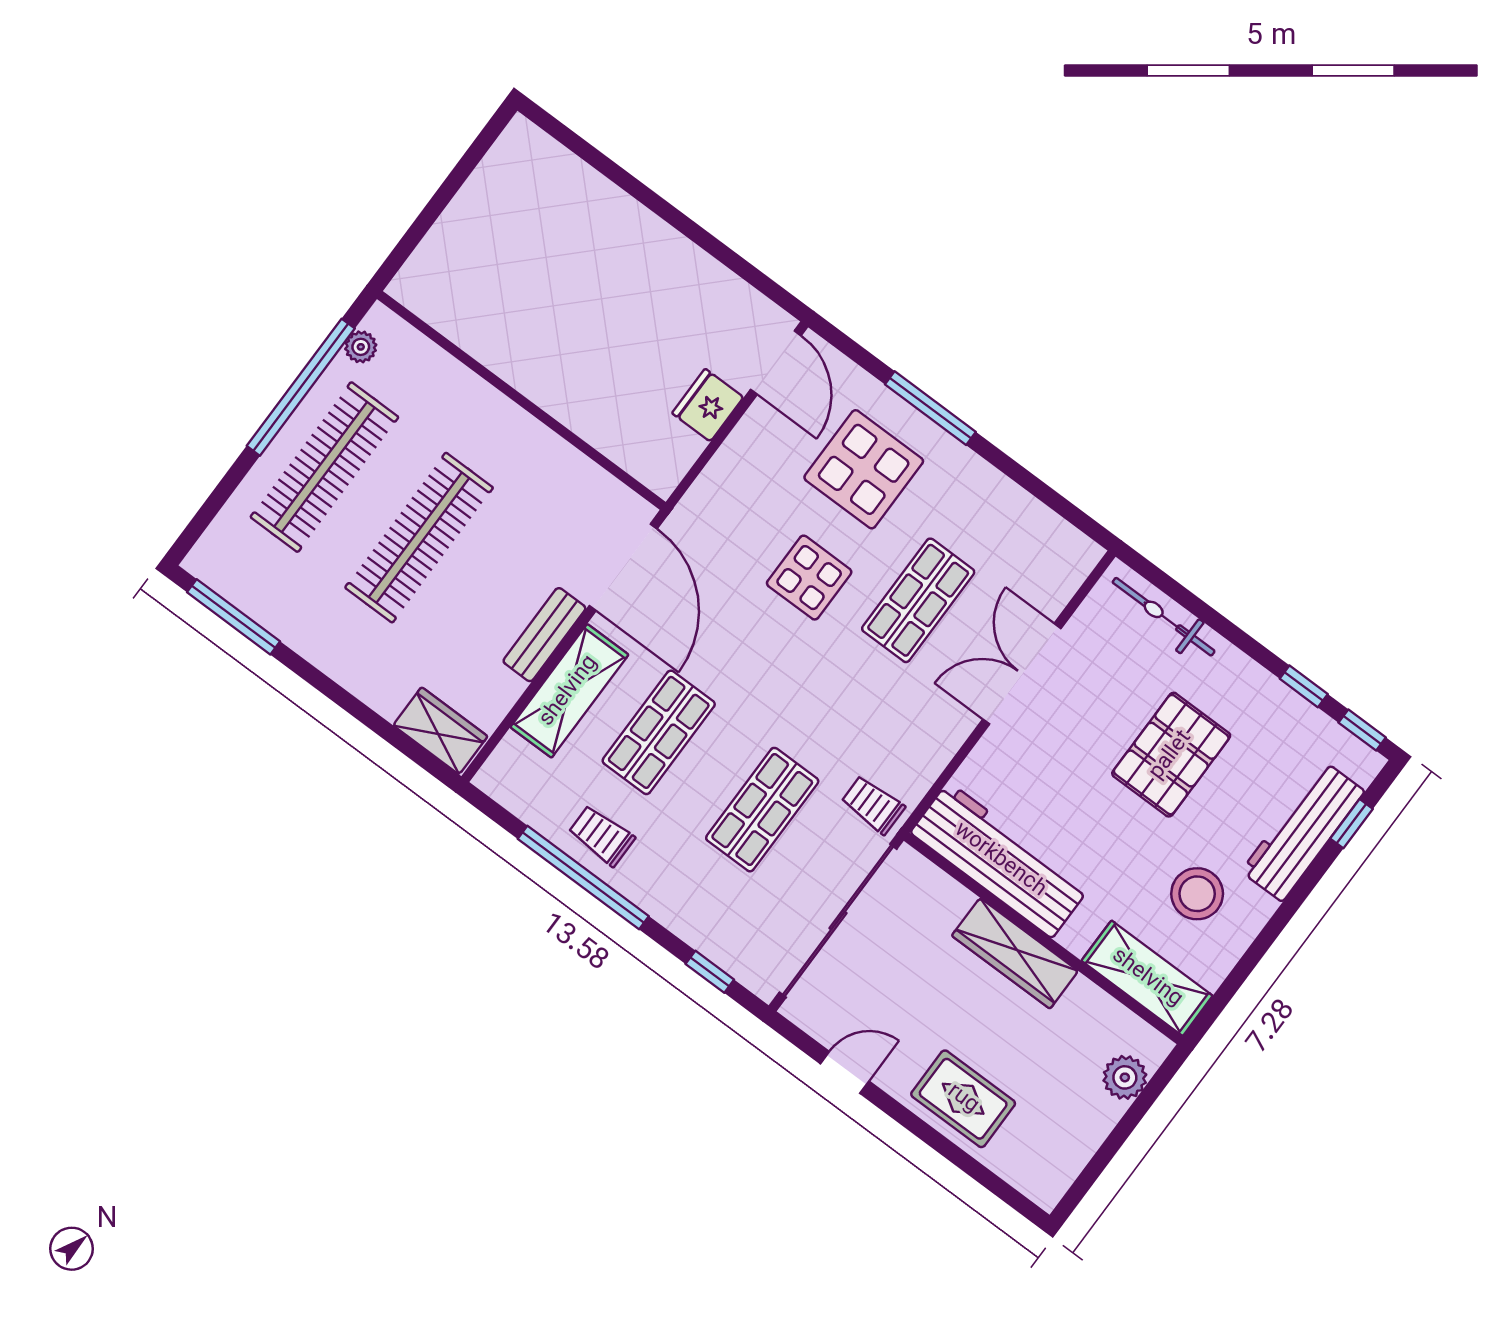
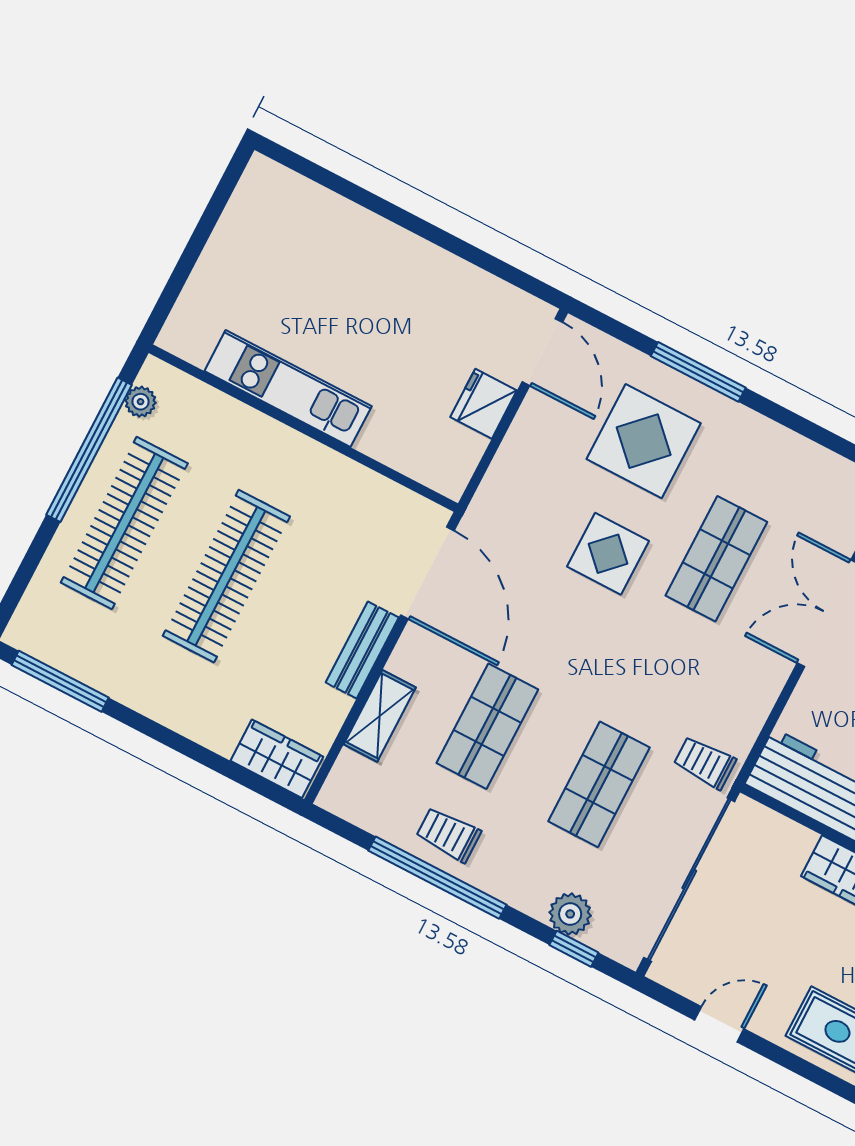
kitchen unit: (512, 358) -> (288, 389), added
shelving: (569, 691) -> (380, 716), width x0.67, depth x0.75
plant: (712, 936) -> (570, 914), added

